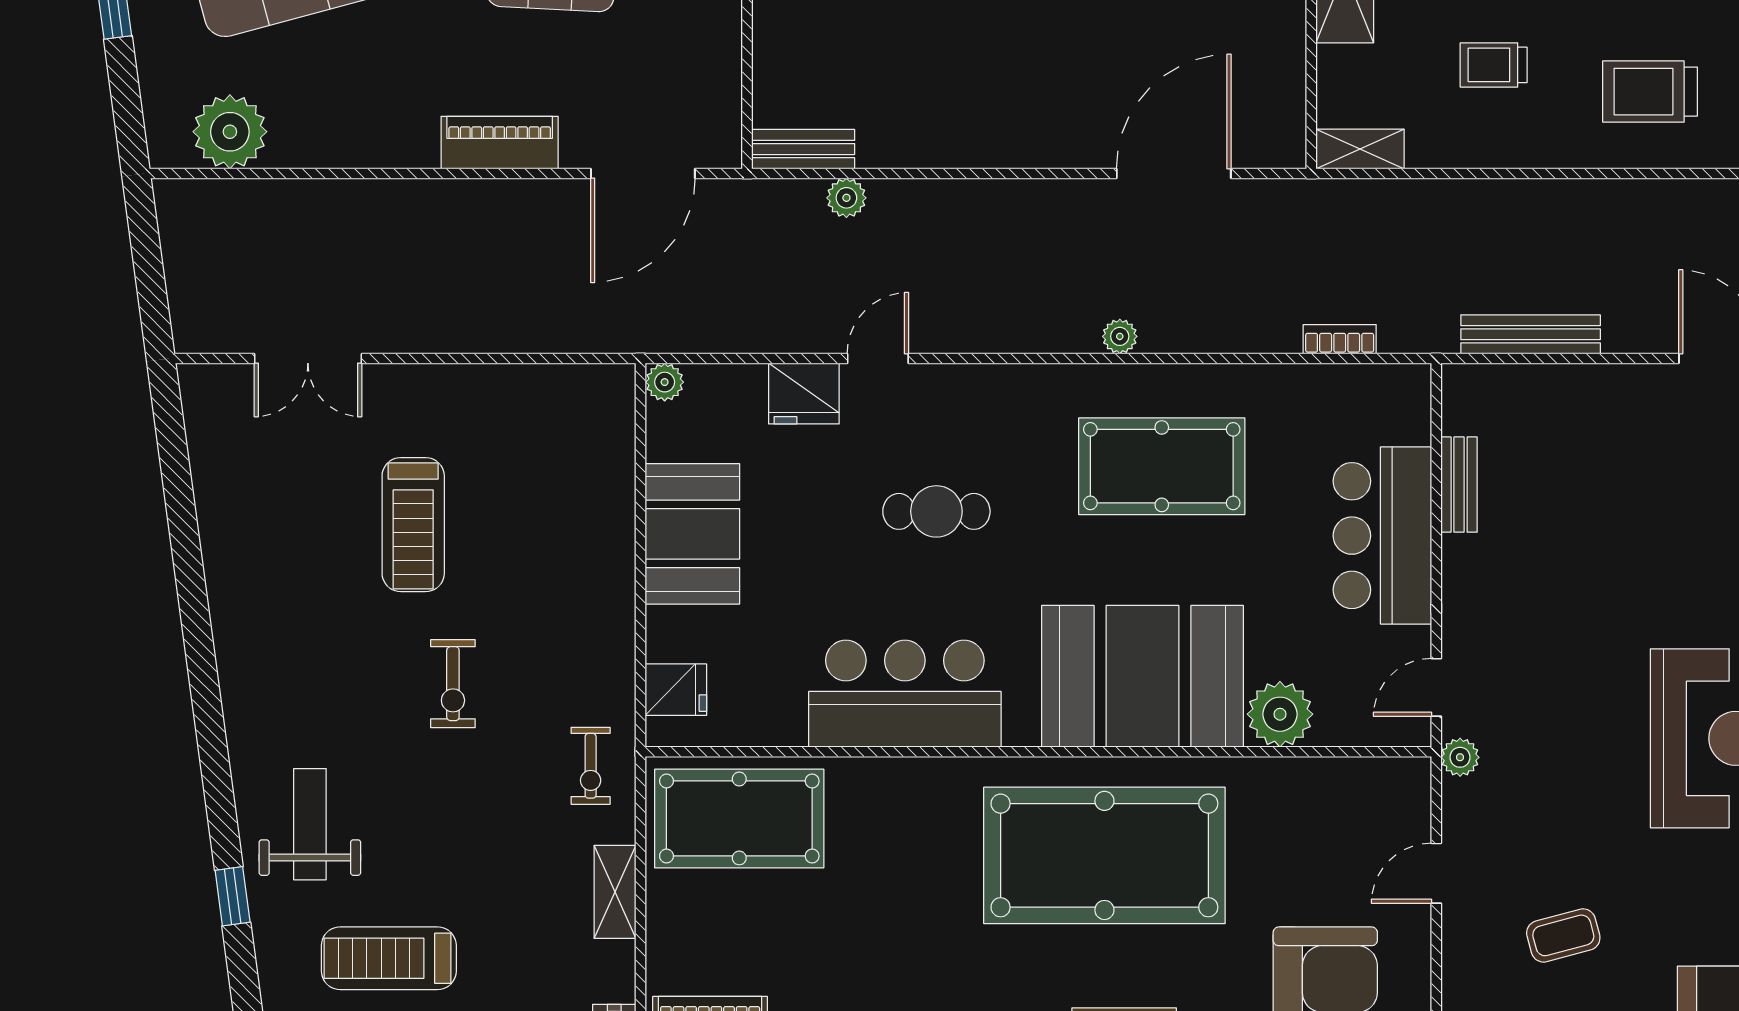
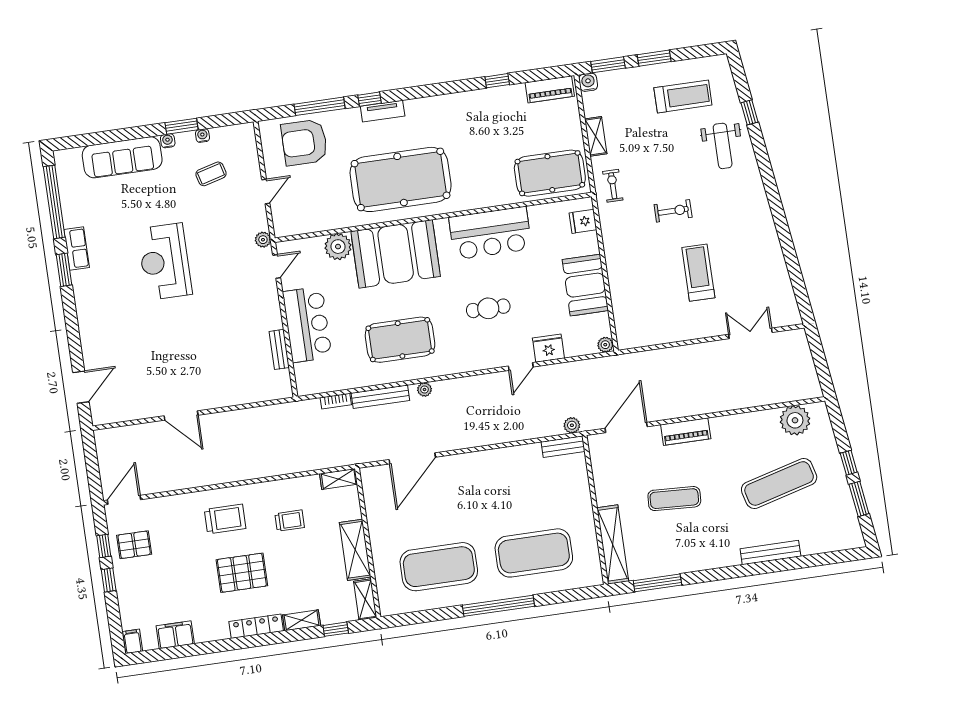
plant: (846, 198) -> (572, 425), moved
bench: (1531, 334) -> (380, 397), moved
exercise bike: (453, 684) -> (673, 211), turned 90

